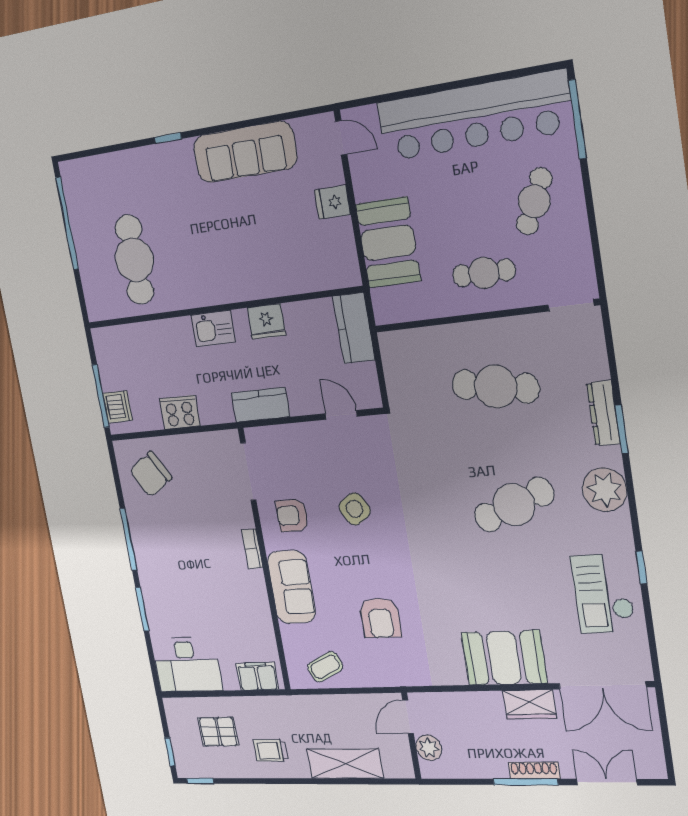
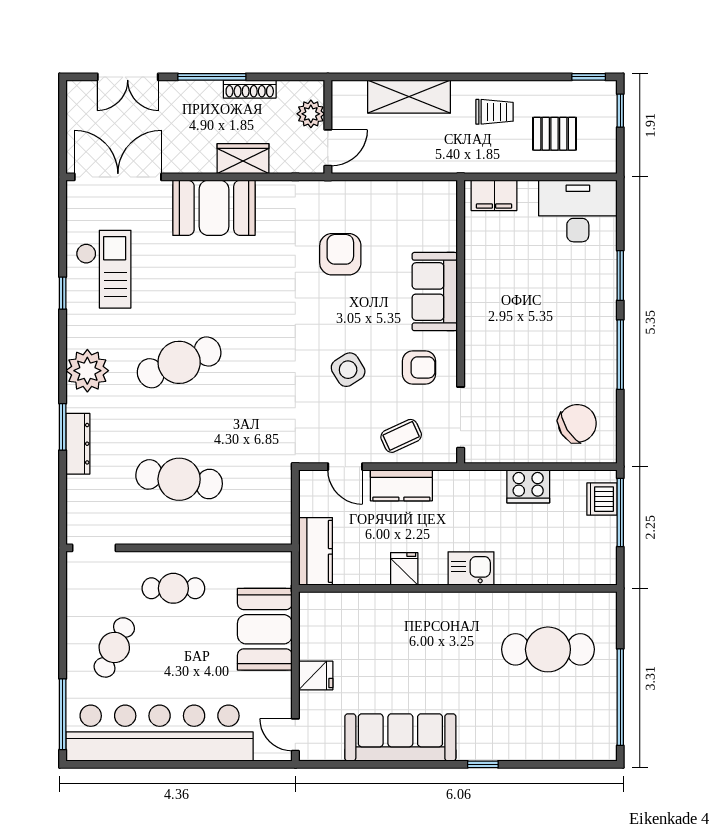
cafe table: (134, 260) -> (548, 649), turned 90
fridge: (266, 321) -> (404, 569), width x0.72
kitchen counter: (261, 405) -> (401, 485), moved
bookcase: (252, 549) -> (472, 335), removed
coffee table: (325, 667) -> (401, 436), moved
wardrobe: (529, 704) -> (243, 159), moved
shoe rack: (534, 770) -> (250, 89), moved

